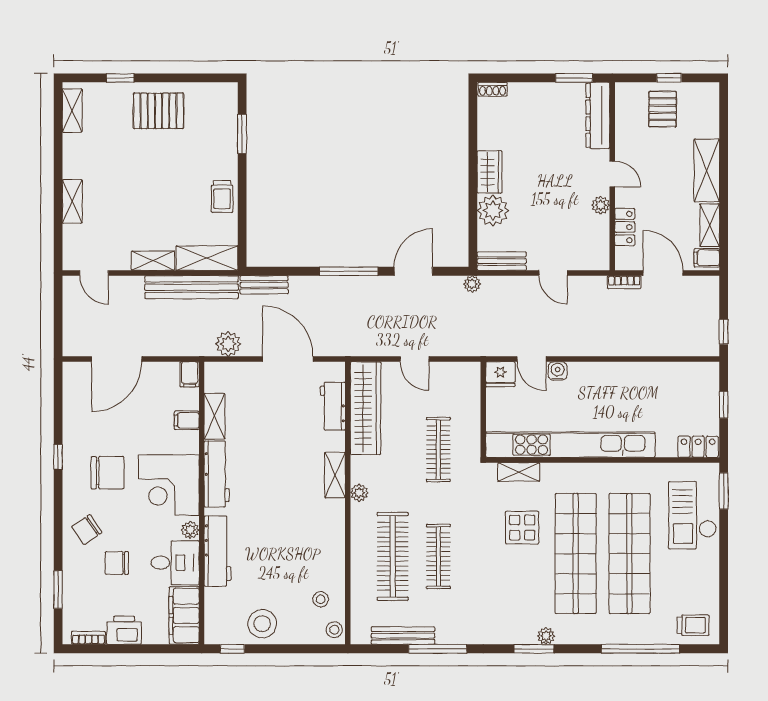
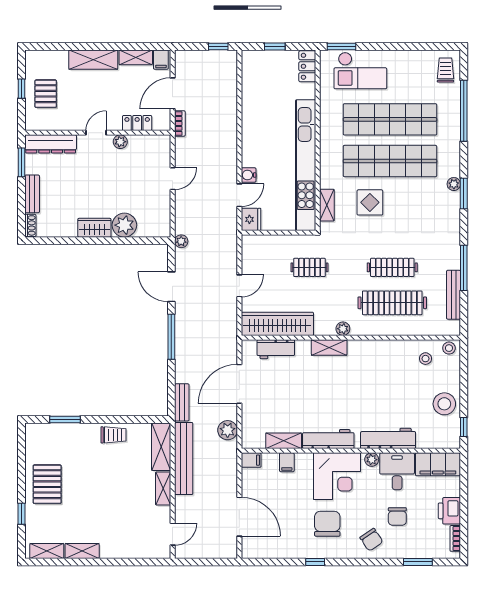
pallet: (663, 109) -> (46, 94), turned 90
shelving: (72, 201) -> (82, 551), moved
bench: (502, 261) -> (32, 194), moved
clothes rail: (438, 450) -> (309, 267), width x0.73

